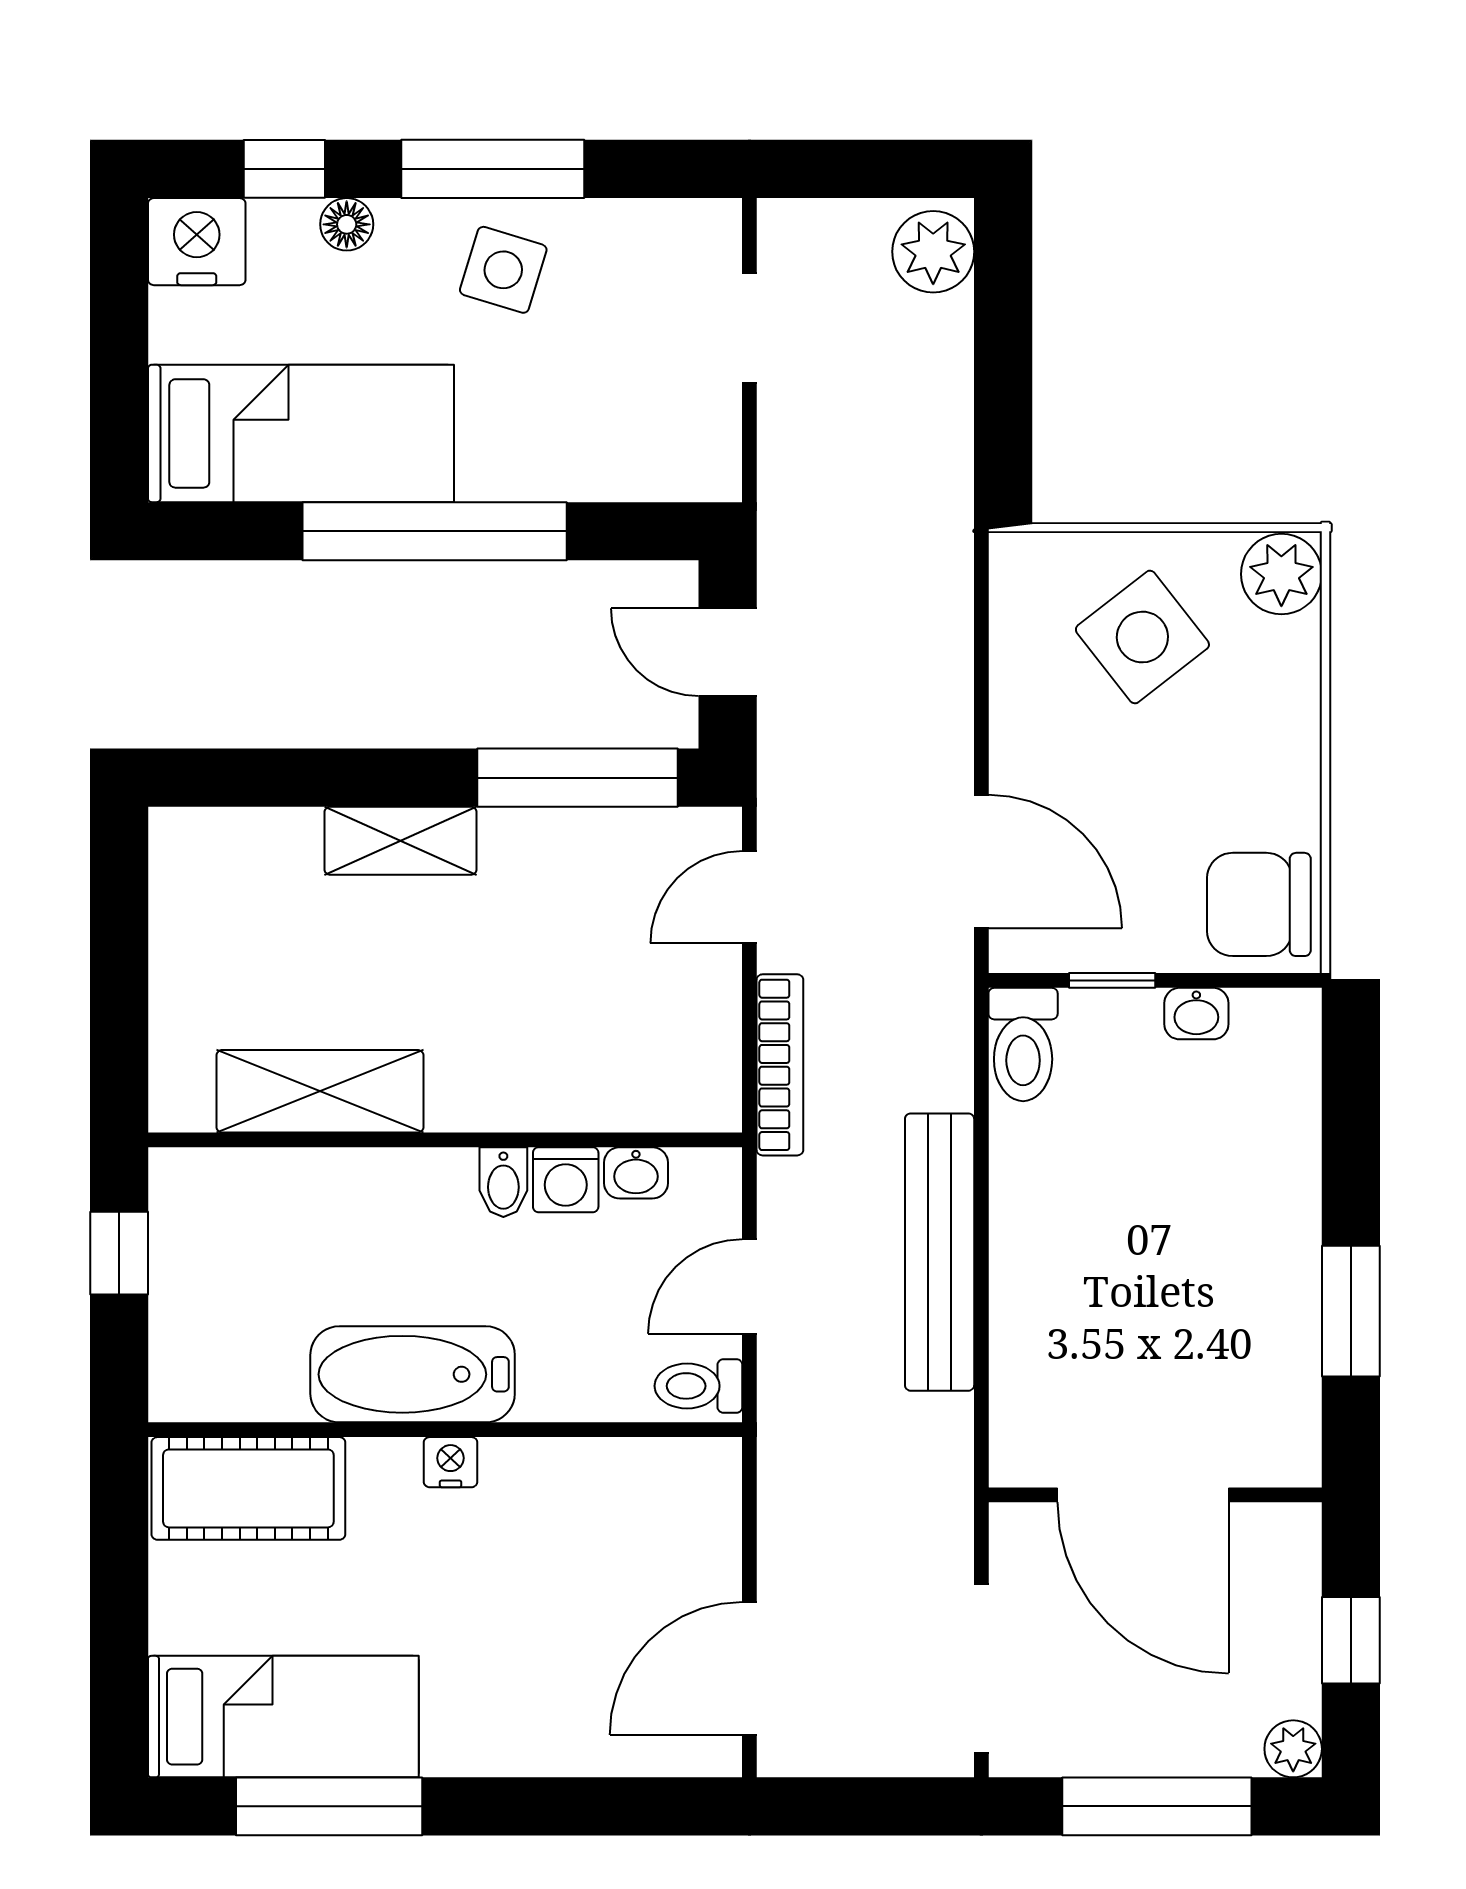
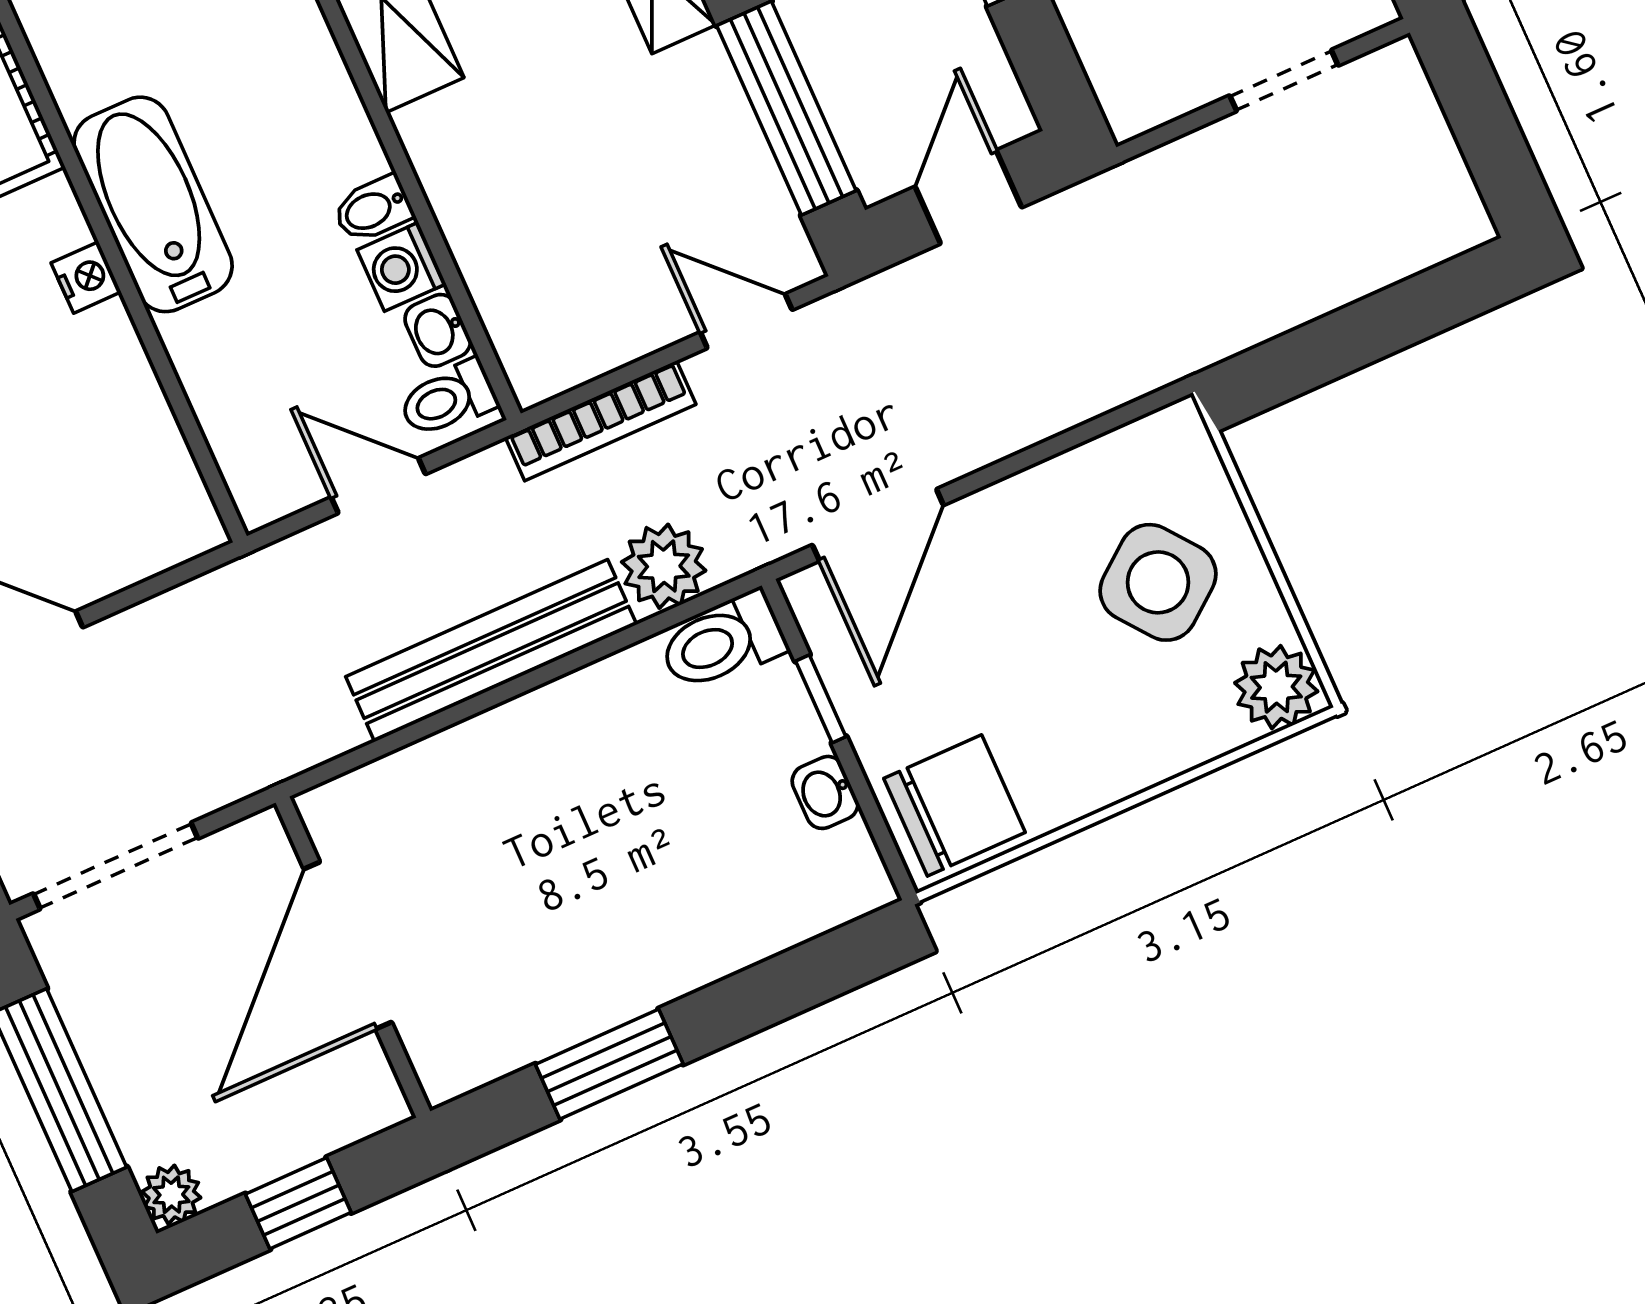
plant: (933, 252) -> (664, 566), moved
chair: (1259, 904) -> (955, 805), turned 90
toilet: (698, 1386) -> (448, 399), moved, turned -90

